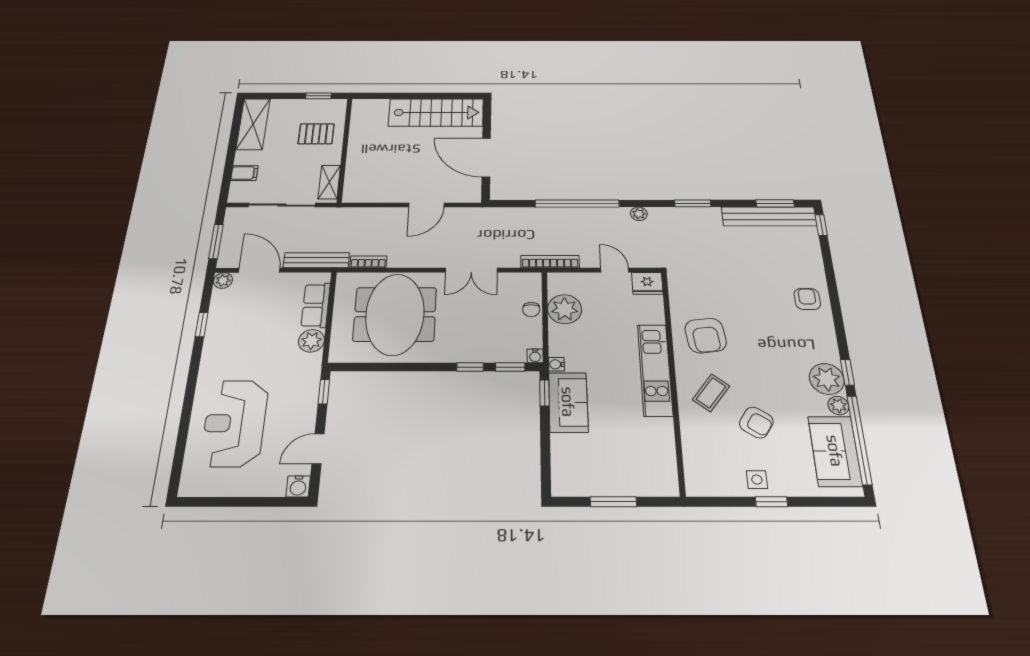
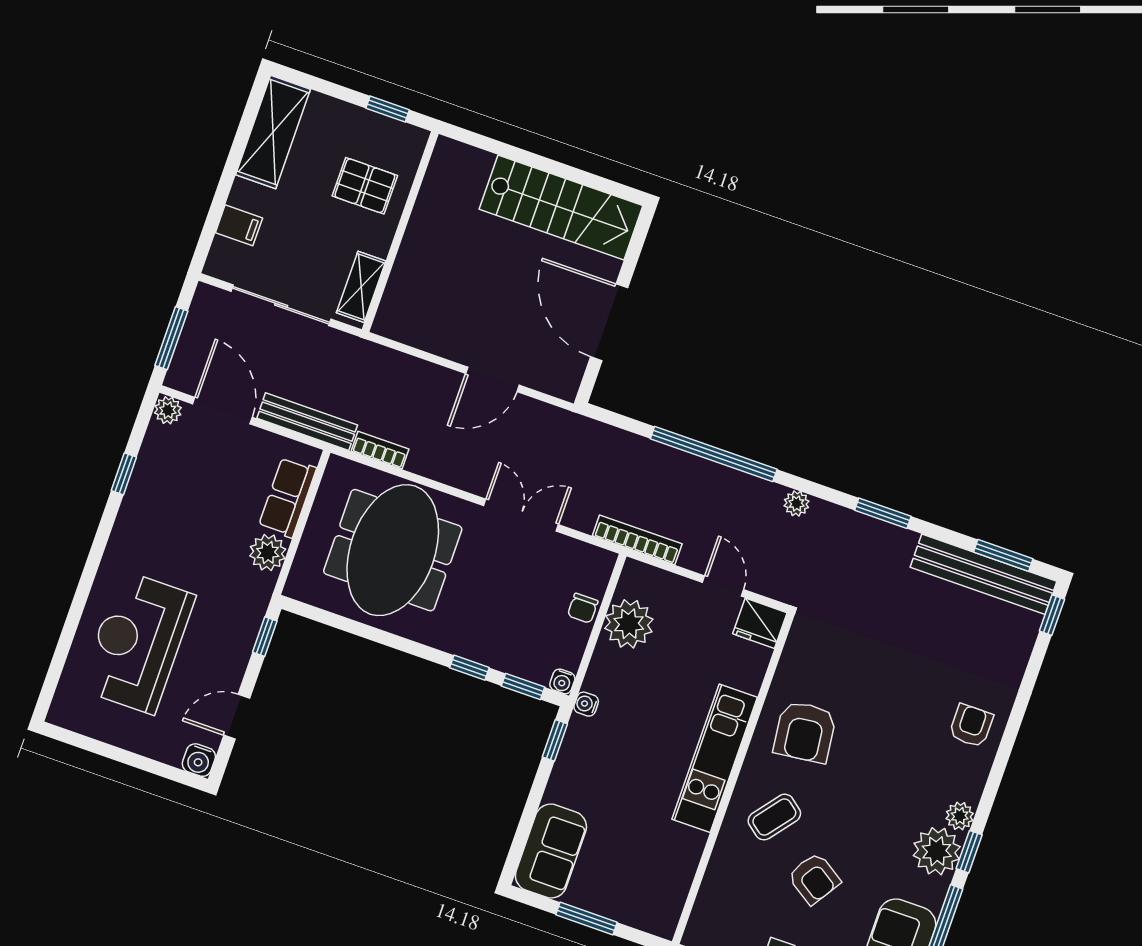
double door: (471, 270) -> (521, 515), swing flipped
sofa: (568, 402) -> (551, 851), moved
plant: (838, 406) -> (960, 816), moved

